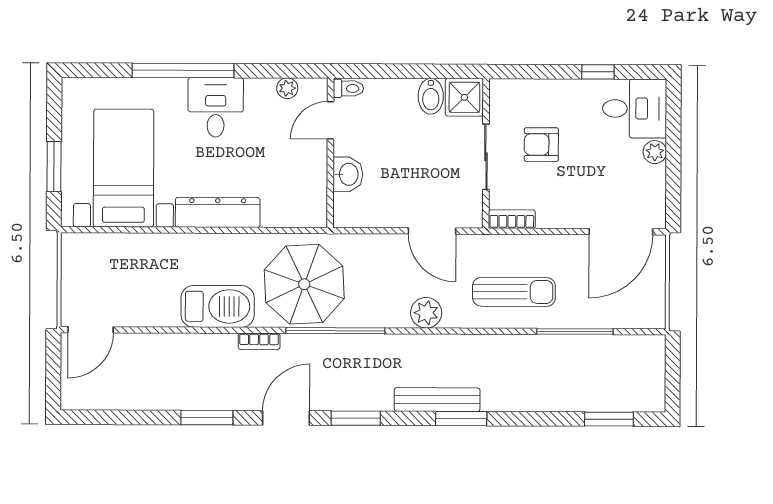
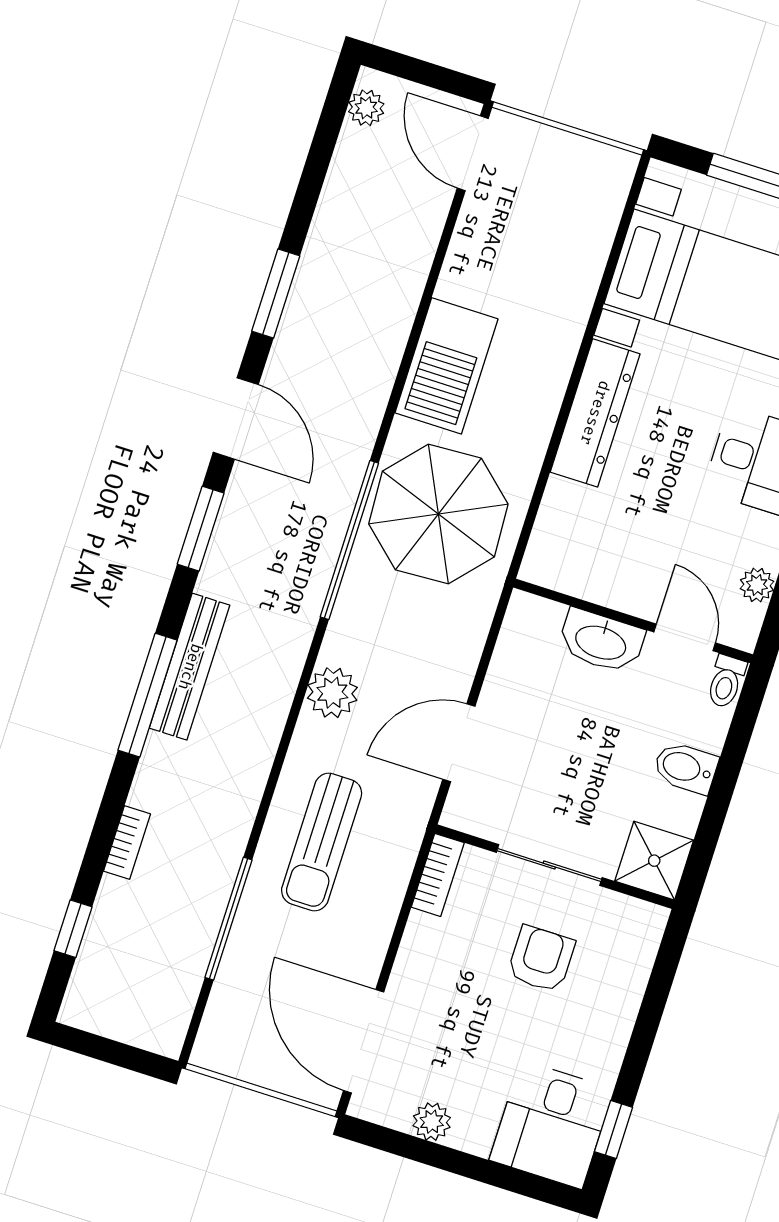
window: (598, 72) -> (613, 1130), moved
bidet: (431, 96) -> (685, 768), moved
plant: (655, 152) -> (432, 1122), moved
washbasin: (348, 174) -> (601, 641), width x1.38
bookcase: (259, 341) -> (127, 843), moved, turned 180
plant: (84, 399) -> (366, 108), added
window: (461, 419) -> (147, 695), width x1.44
window: (609, 419) -> (73, 929), width x0.67

